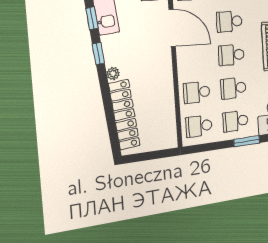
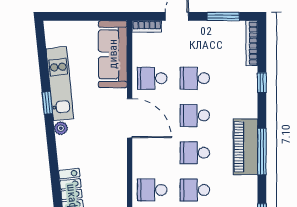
window: (98, 54) -> (51, 139), removed
plant: (113, 74) -> (61, 128), moved

